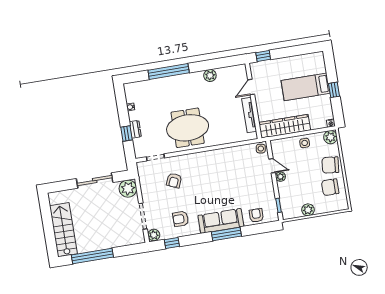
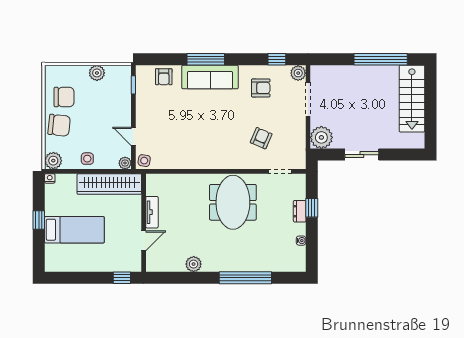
tv unit: (249, 115) -> (152, 212), width x0.71
meeting table: (188, 128) -> (233, 202), turned 90
plant: (280, 177) -> (125, 163), moved
sliding door: (95, 181) -> (362, 155), width x0.73

